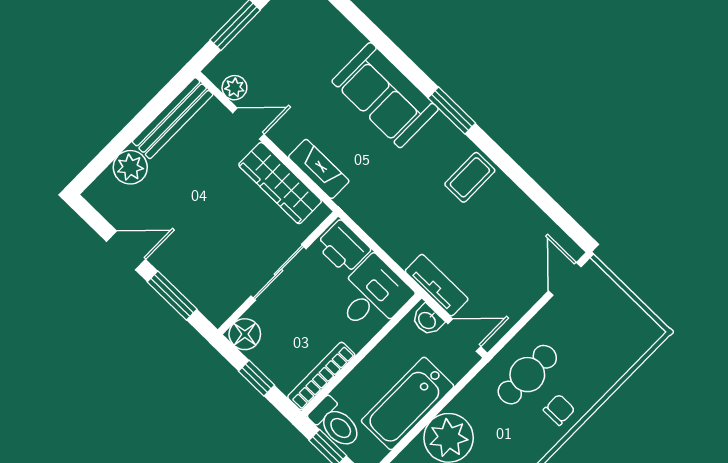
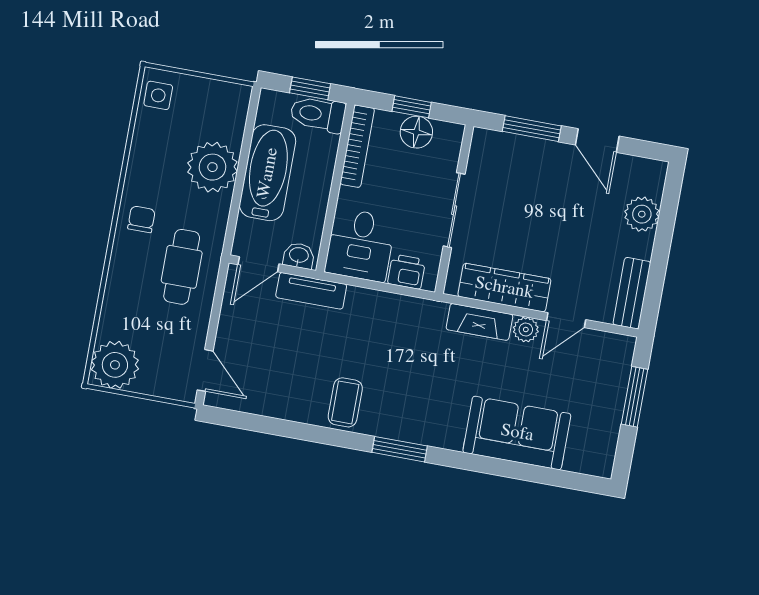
plant: (234, 88) -> (526, 329), moved
sofa: (385, 95) -> (517, 433), moved
bench: (173, 118) -> (632, 293), width x0.73
printer: (343, 247) -> (407, 272), width x0.73, depth x0.81
door: (126, 250) -> (597, 141), hinge flipped
plant: (634, 332) -> (115, 365), added
floor lamp: (245, 334) -> (416, 132), moved
chair: (559, 410) -> (141, 219), moved, turned 180

